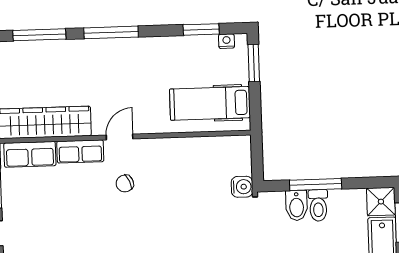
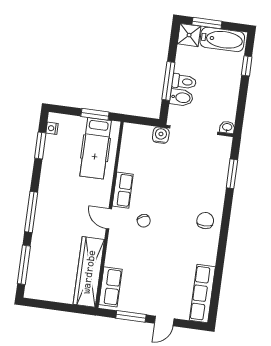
window: (254, 63) -> (95, 114), moved
row of seats: (80, 151) -> (123, 190), moved

